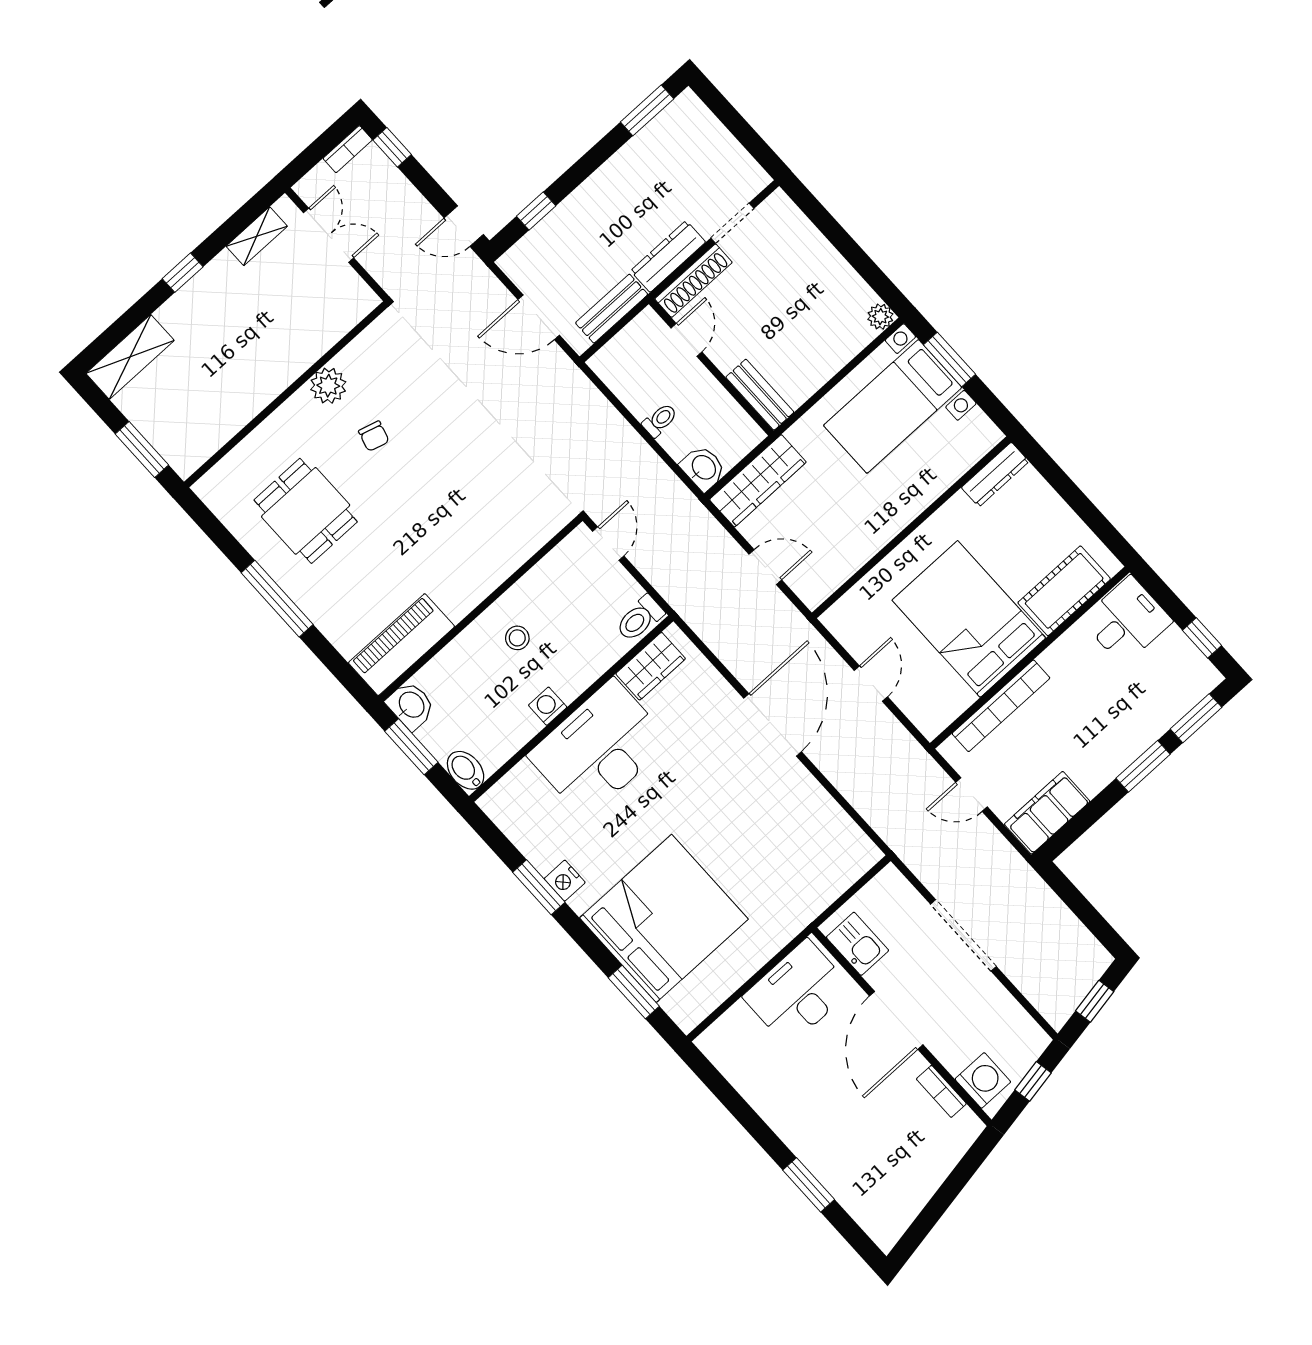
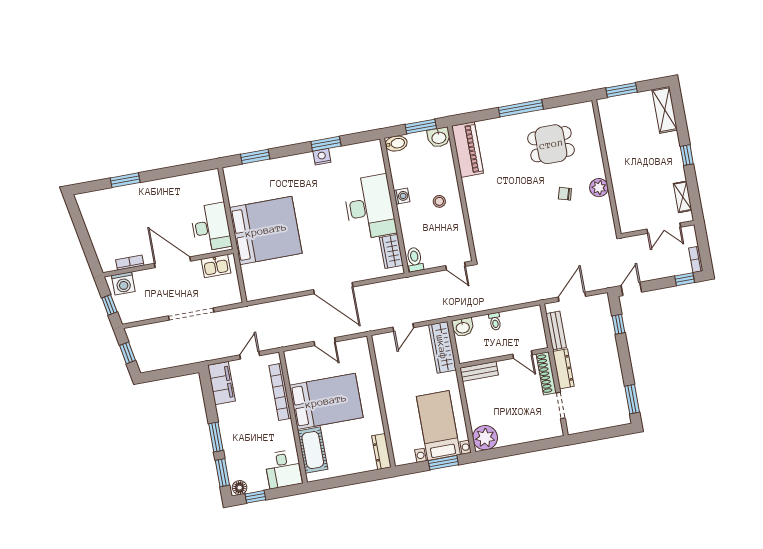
plant: (880, 317) -> (485, 438), width x1.87, depth x1.87
floor lamp: (1203, 674) -> (240, 488), added
bed: (664, 918) -> (266, 230), moved, turned -90

